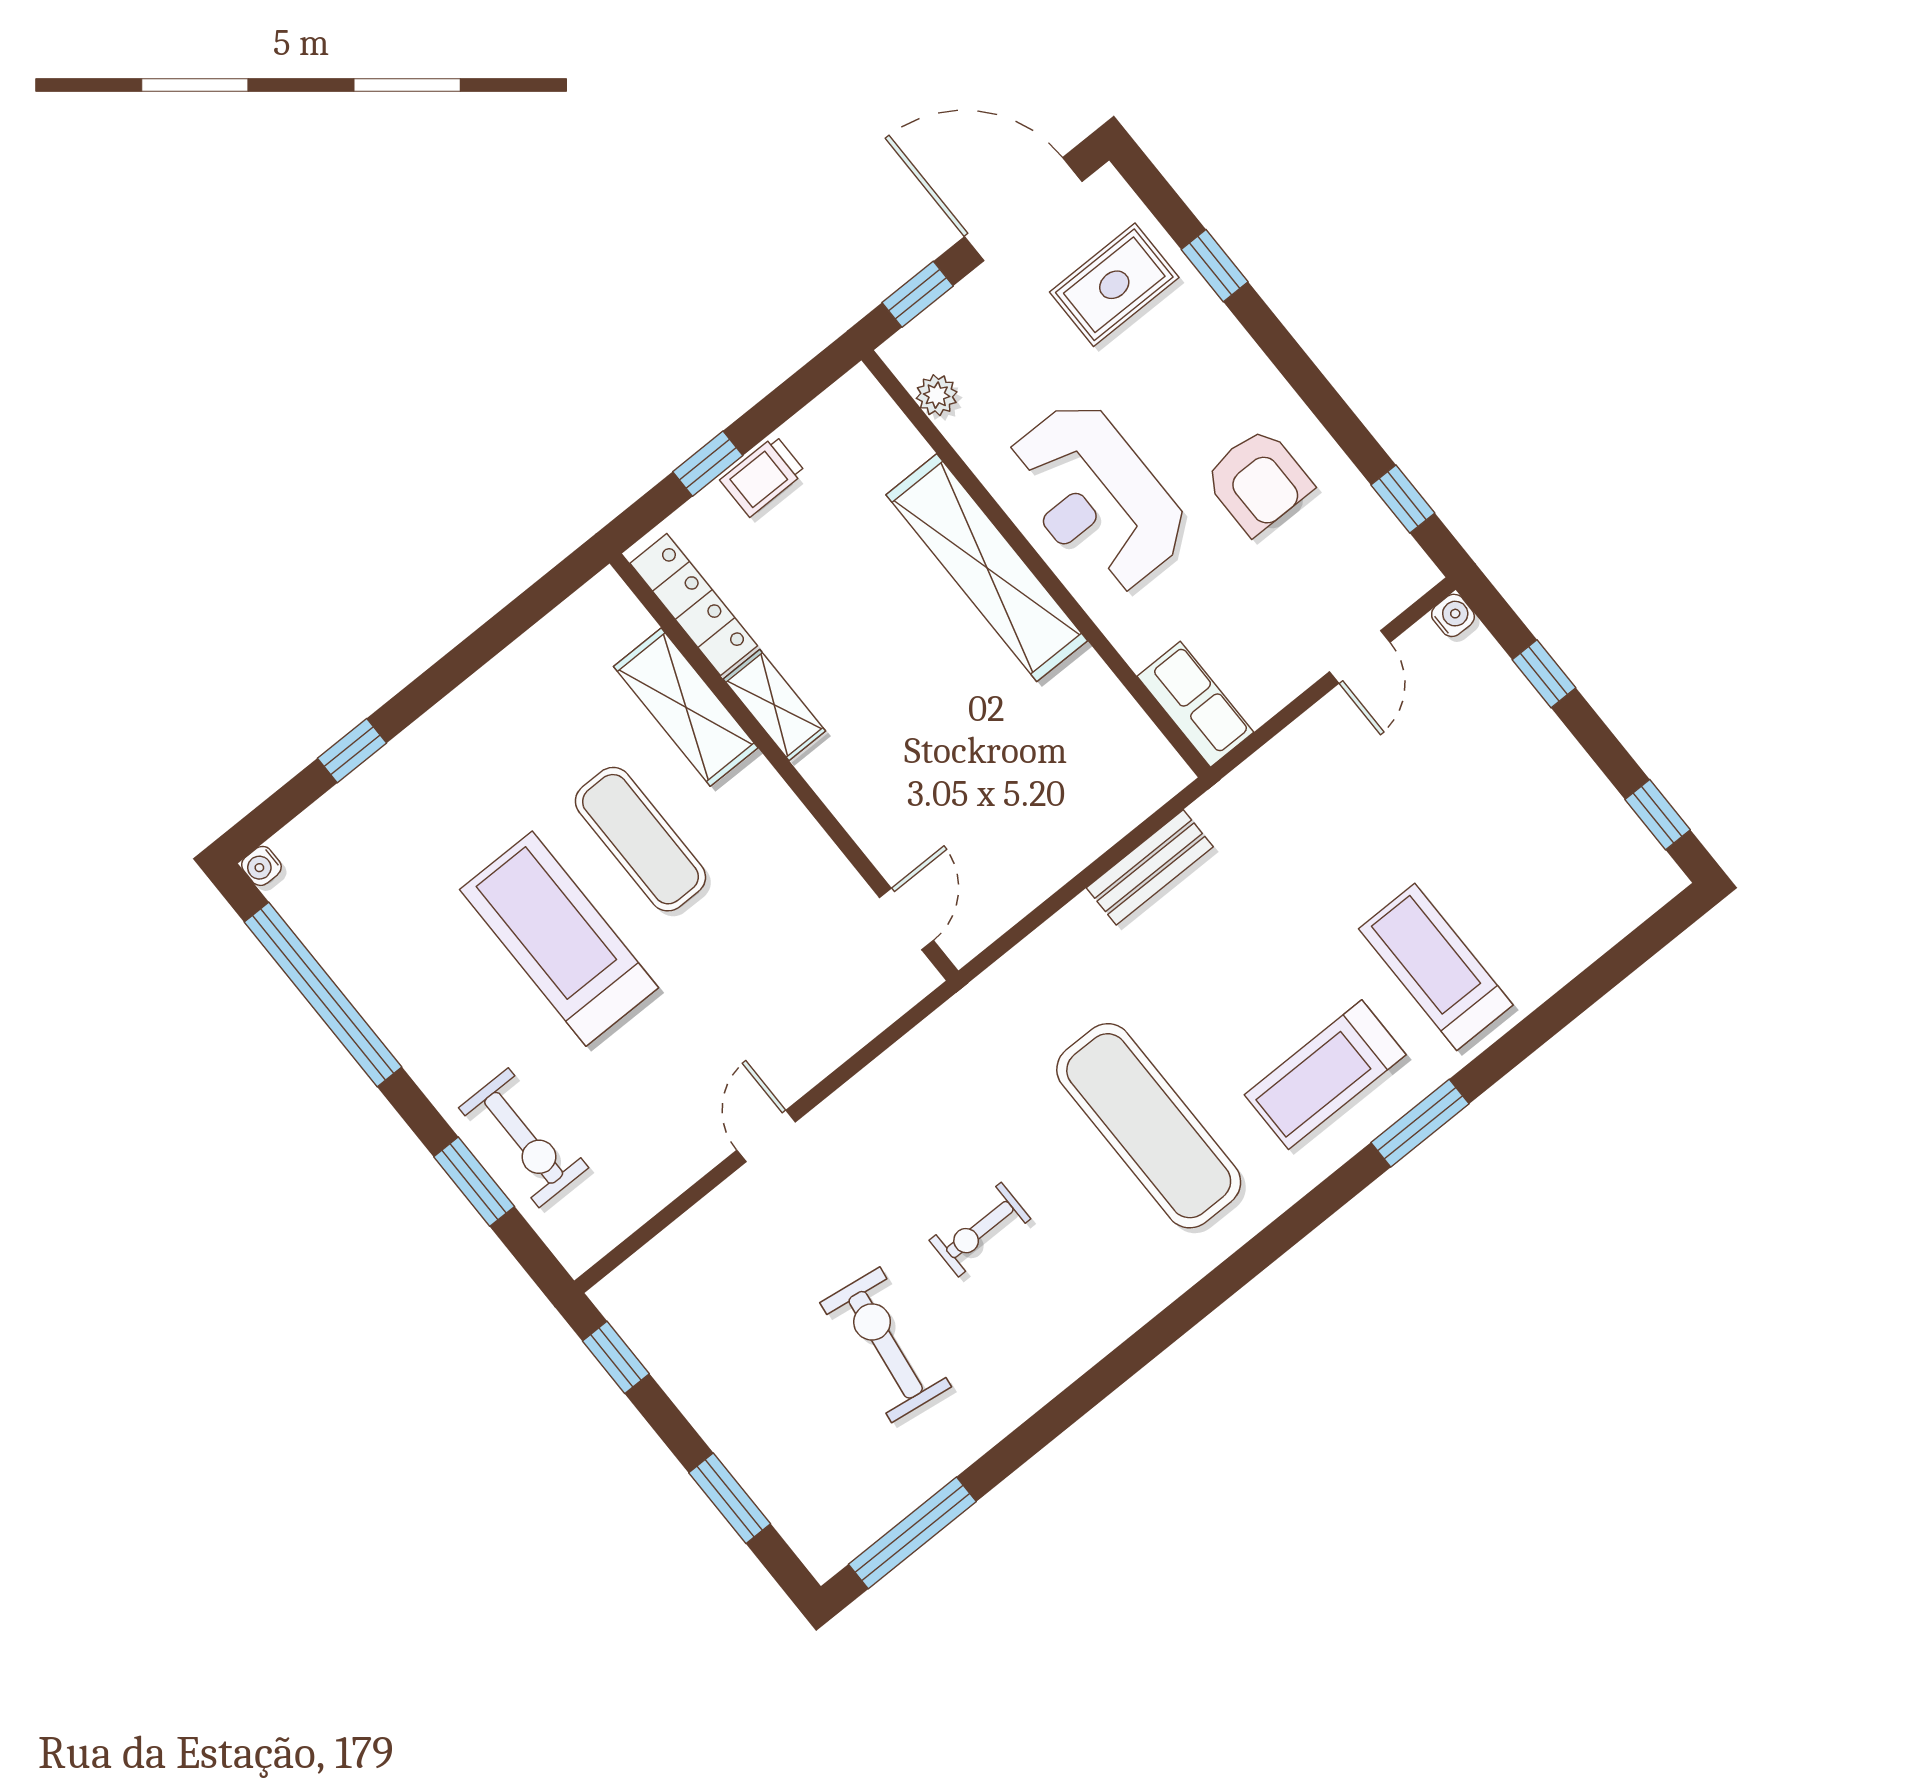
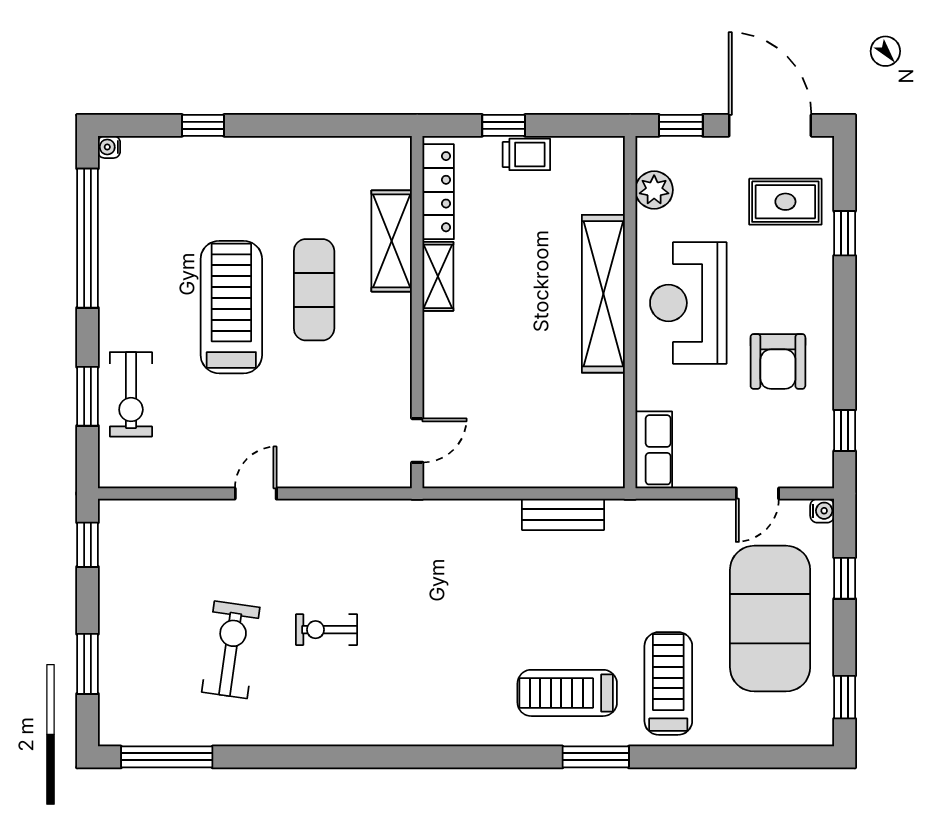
plant: (937, 395) -> (654, 190), width x1.38, depth x1.38
trolley: (763, 476) -> (526, 154), turned 180
exercise mat: (1149, 1126) -> (770, 619), moved, width x1.47

